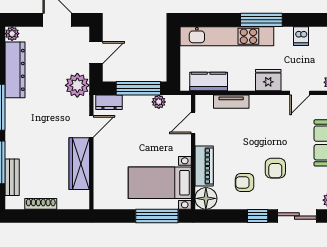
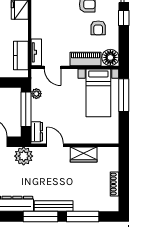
tv unit: (231, 102) -> (36, 52), moved
wardrobe: (79, 164) -> (84, 154), width x0.67
bench: (12, 177) -> (54, 206), moved, width x1.36

